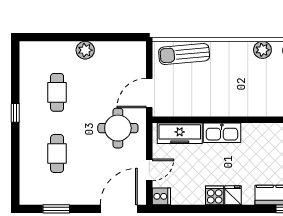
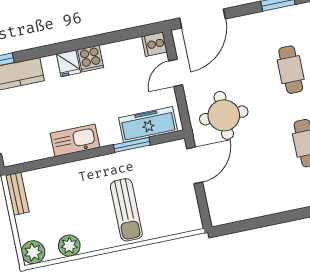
plant: (85, 50) -> (283, 201), removed
sun lounger: (184, 54) -> (126, 210), moved, turned 95
window: (196, 120) -> (132, 145), added
kitchen sink: (222, 133) -> (75, 140), moved

